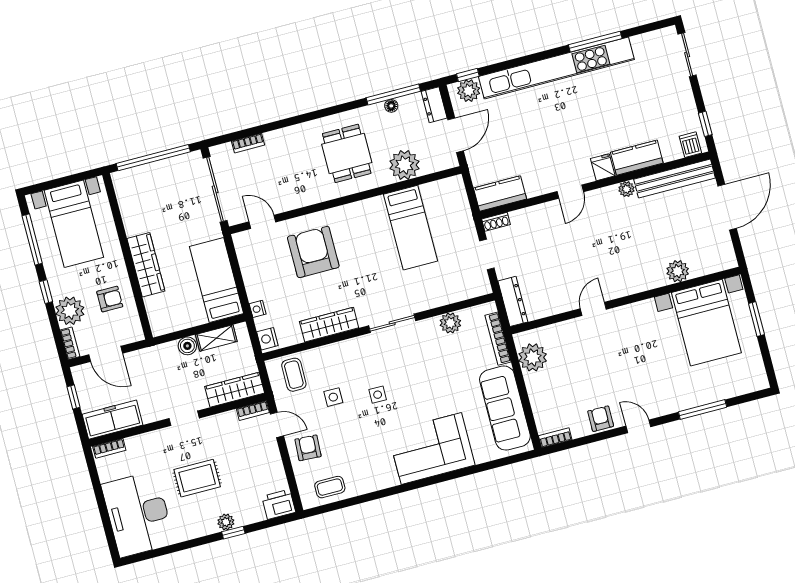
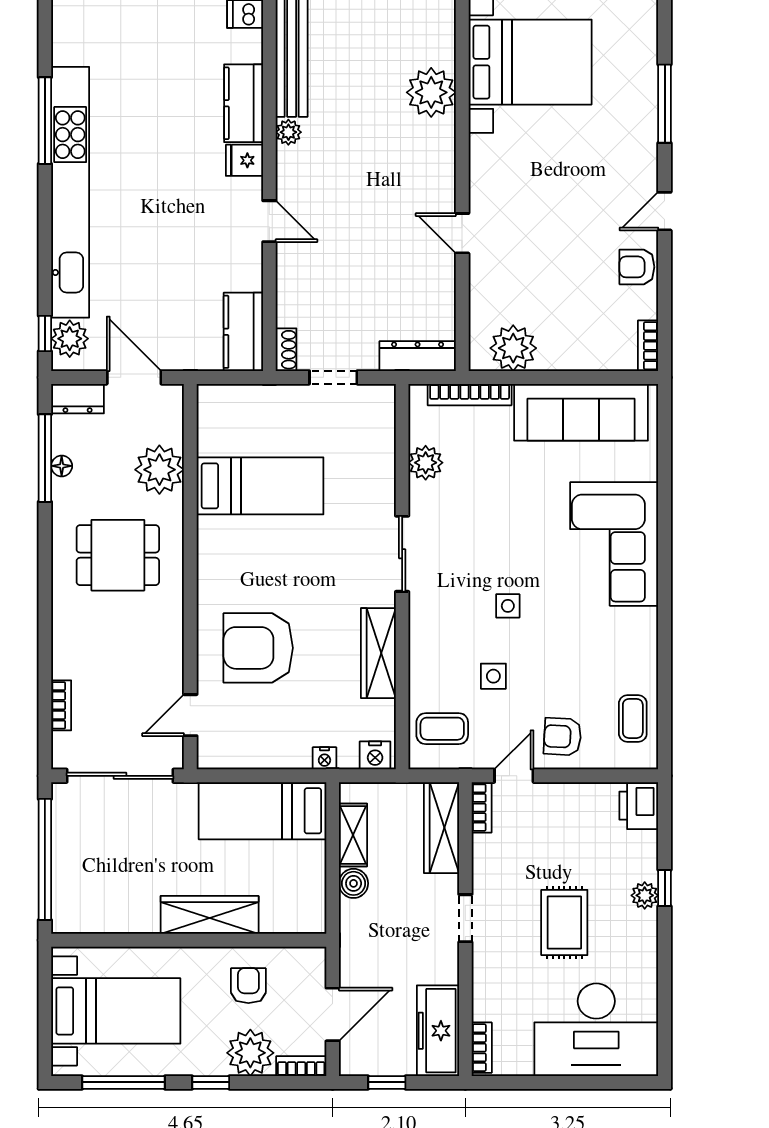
plant: (678, 271) -> (431, 92), width x1.36, depth x1.36

